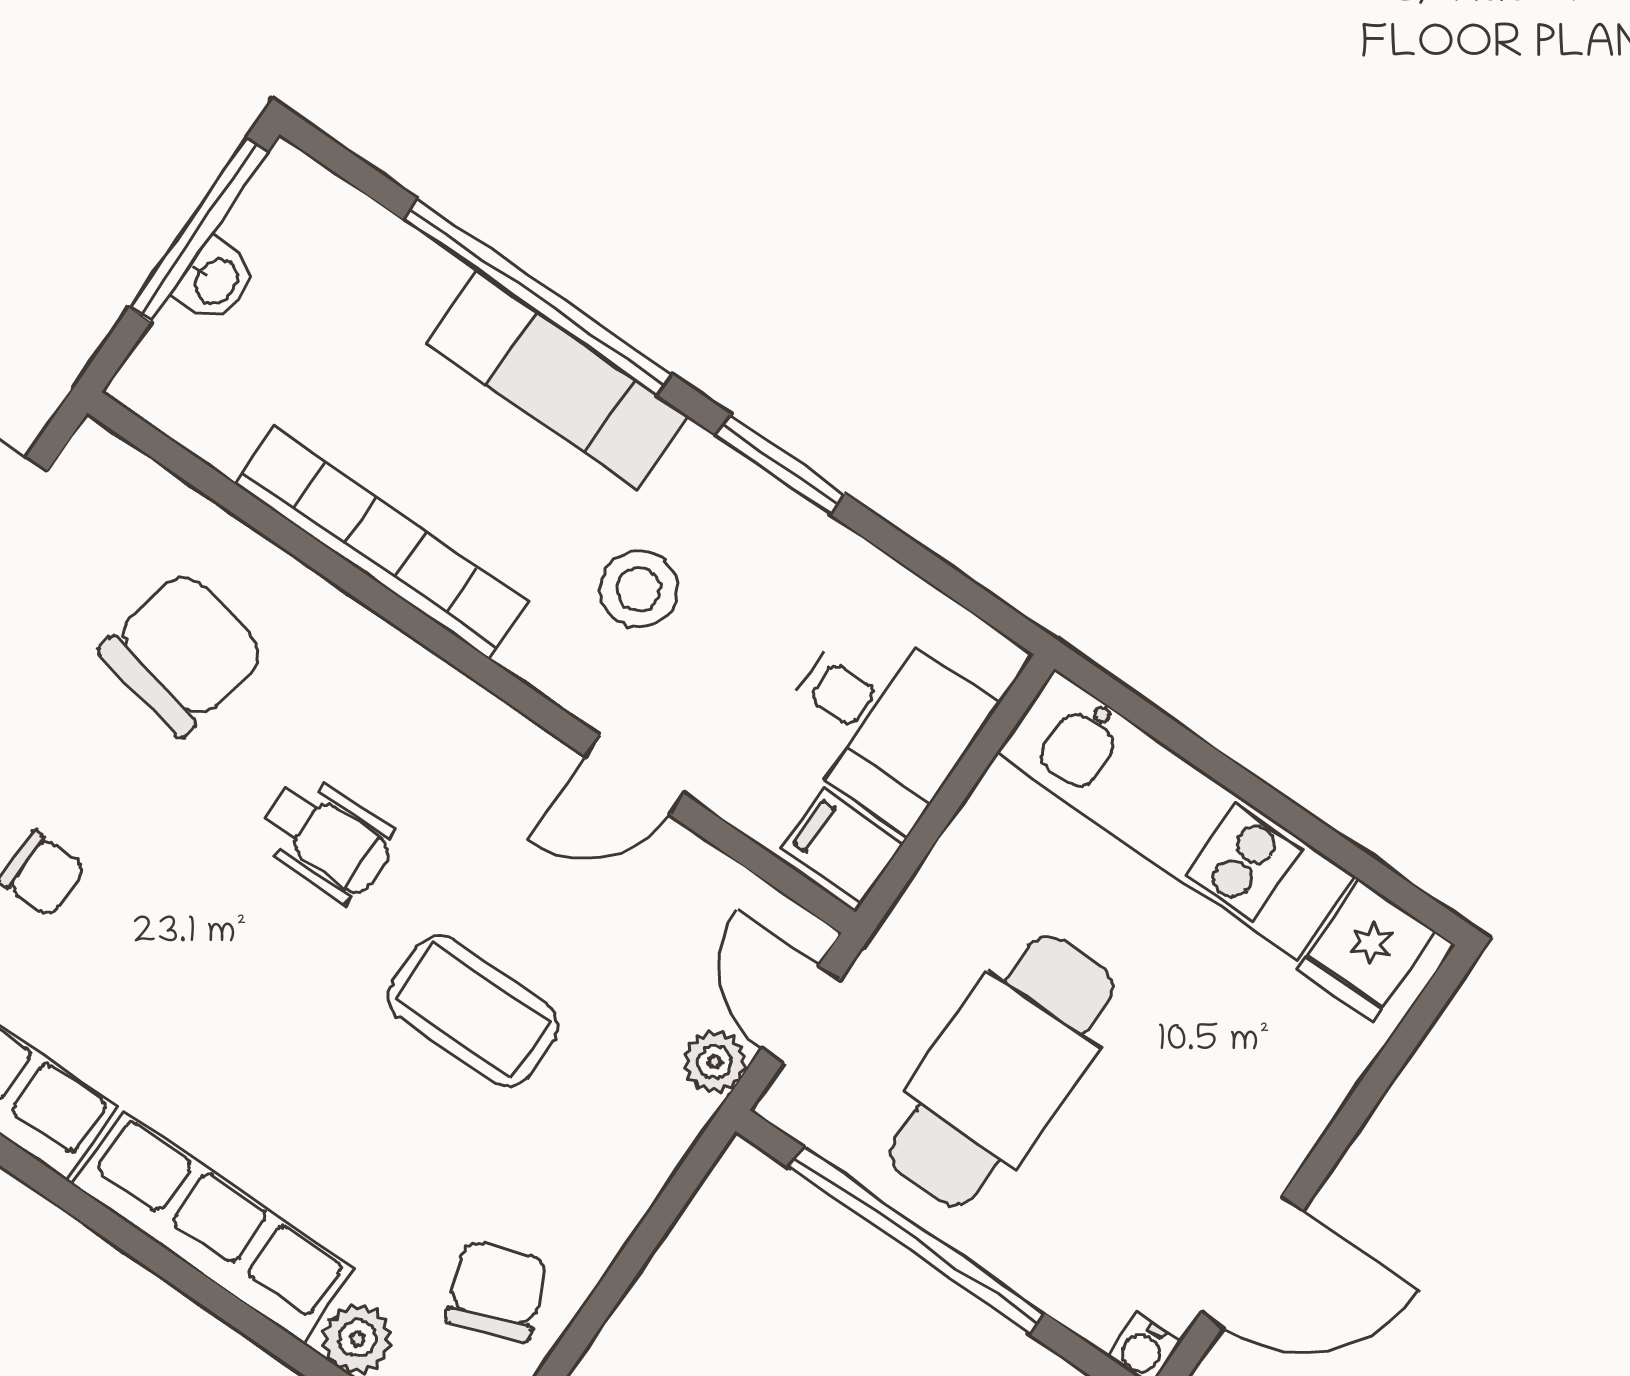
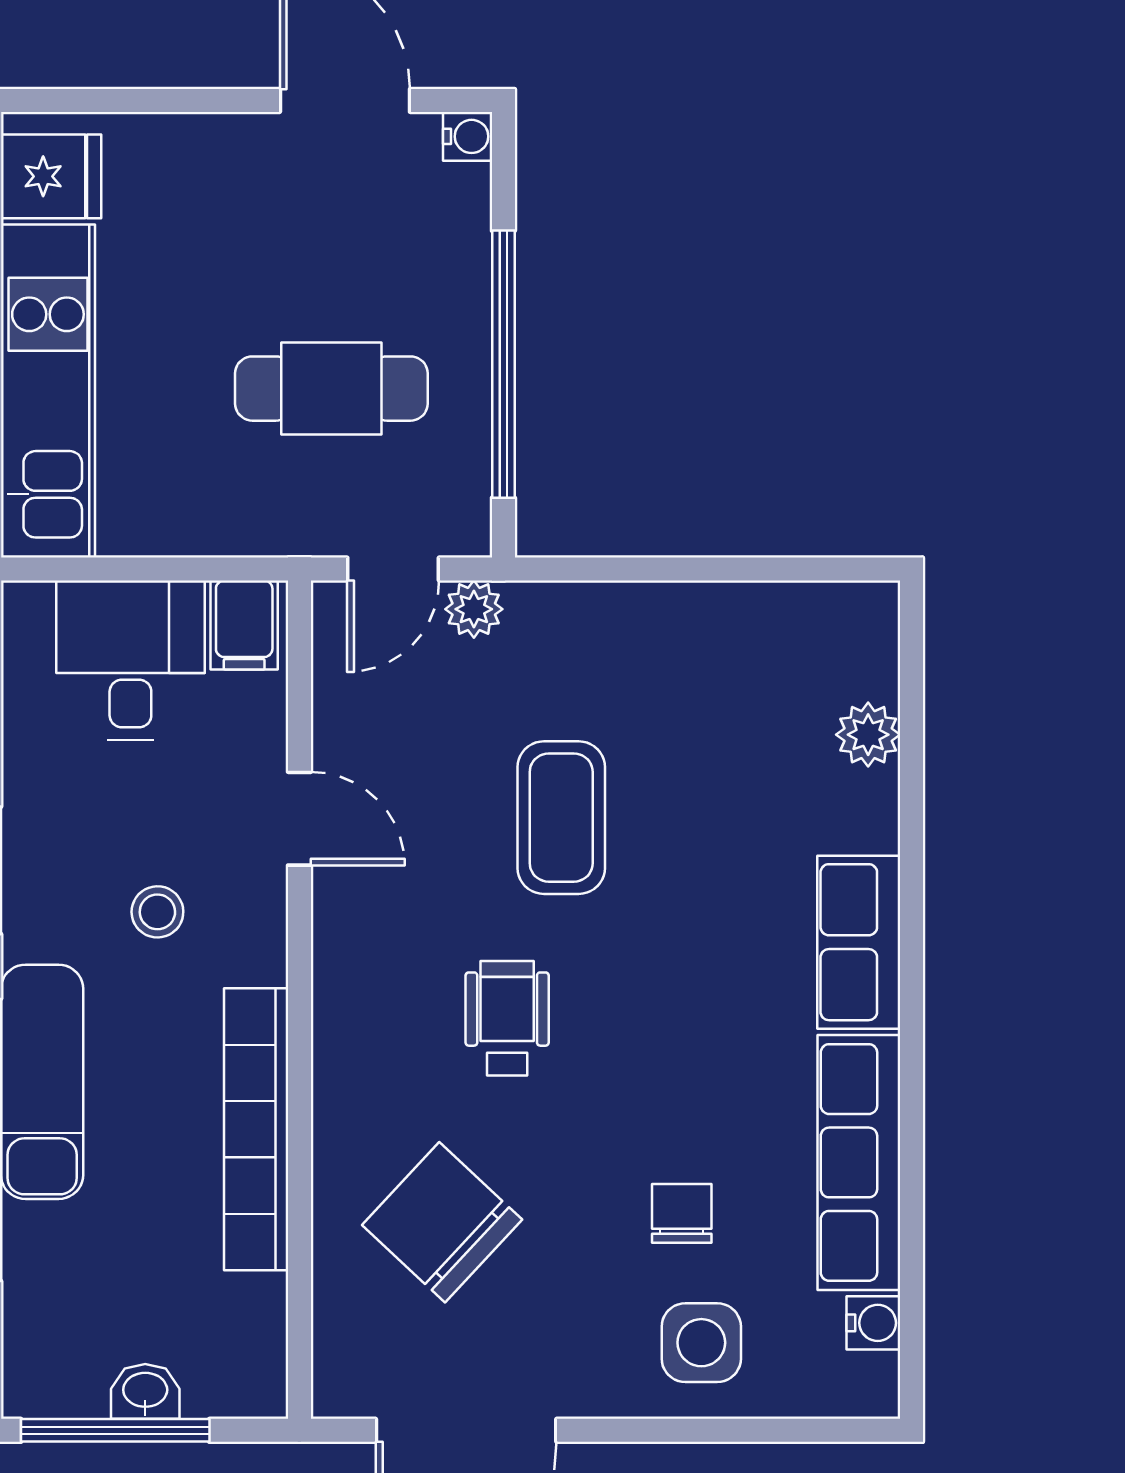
stool: (639, 589) -> (157, 912), width x0.73, depth x0.73
chair: (183, 653) -> (442, 1222), turned 31
cafe table: (1002, 1071) -> (331, 389), width x0.73, depth x0.74
row of seats: (213, 1227) -> (859, 942), width x0.68
chair: (497, 1291) -> (760, 654), removed

